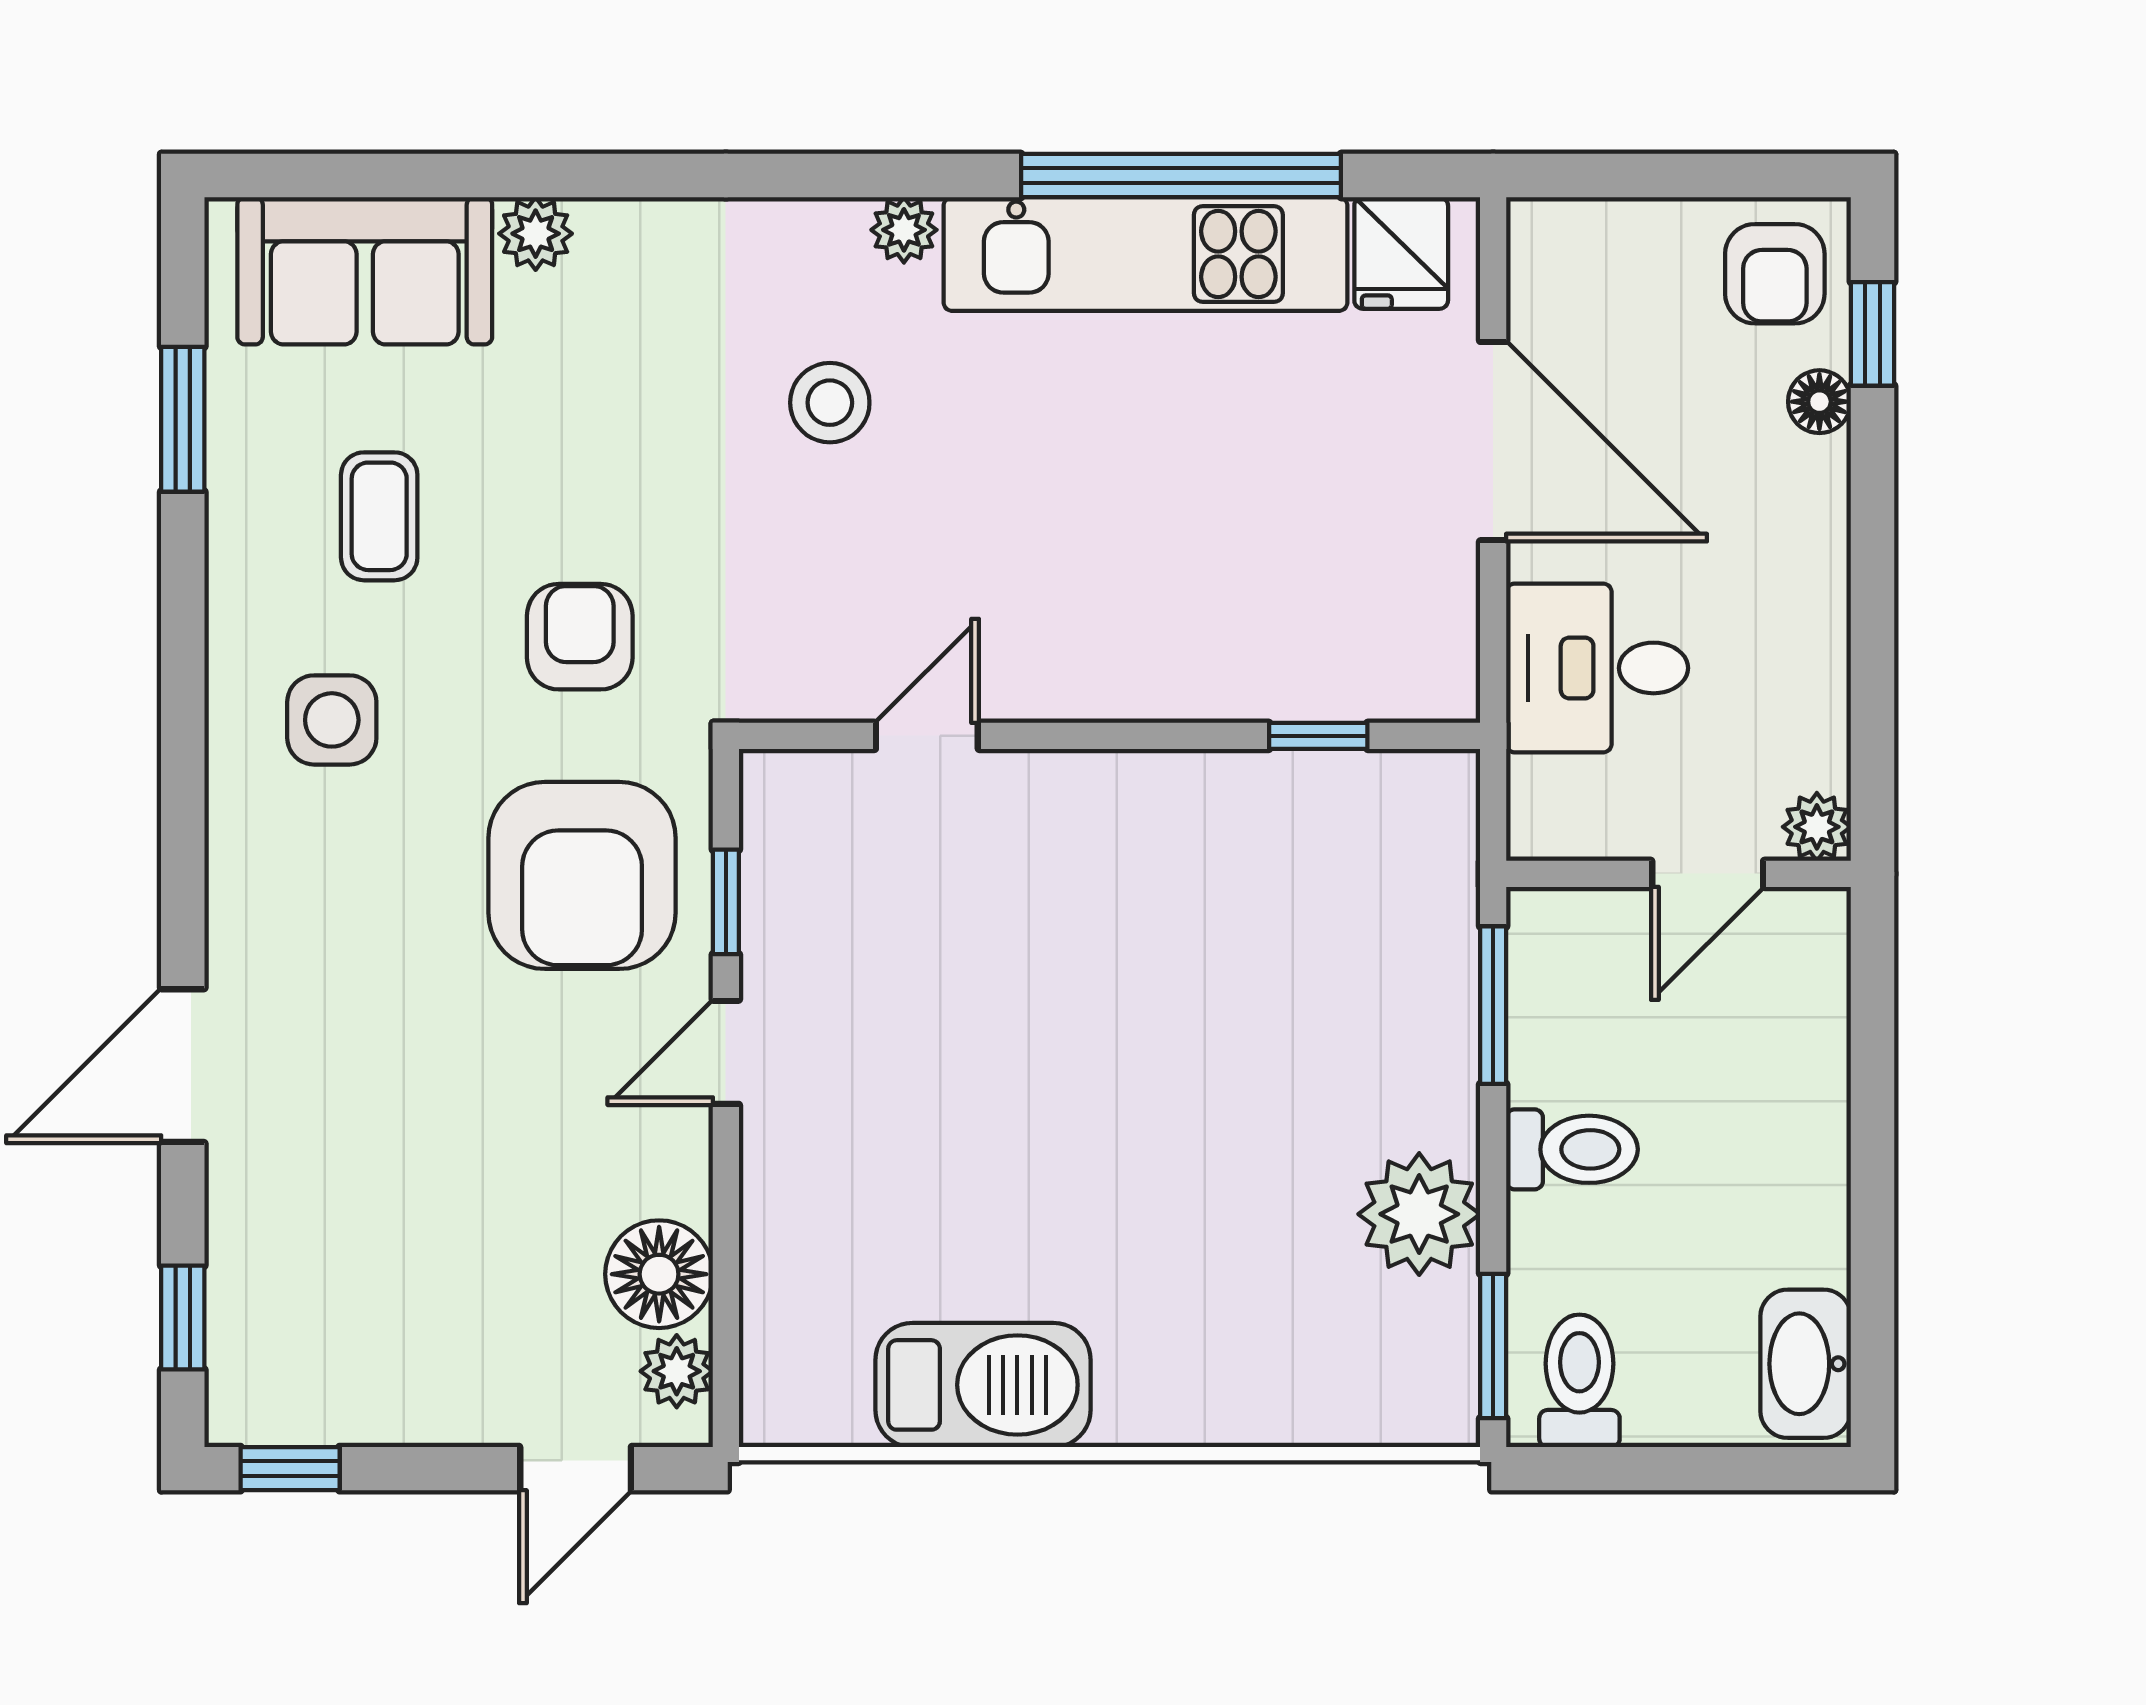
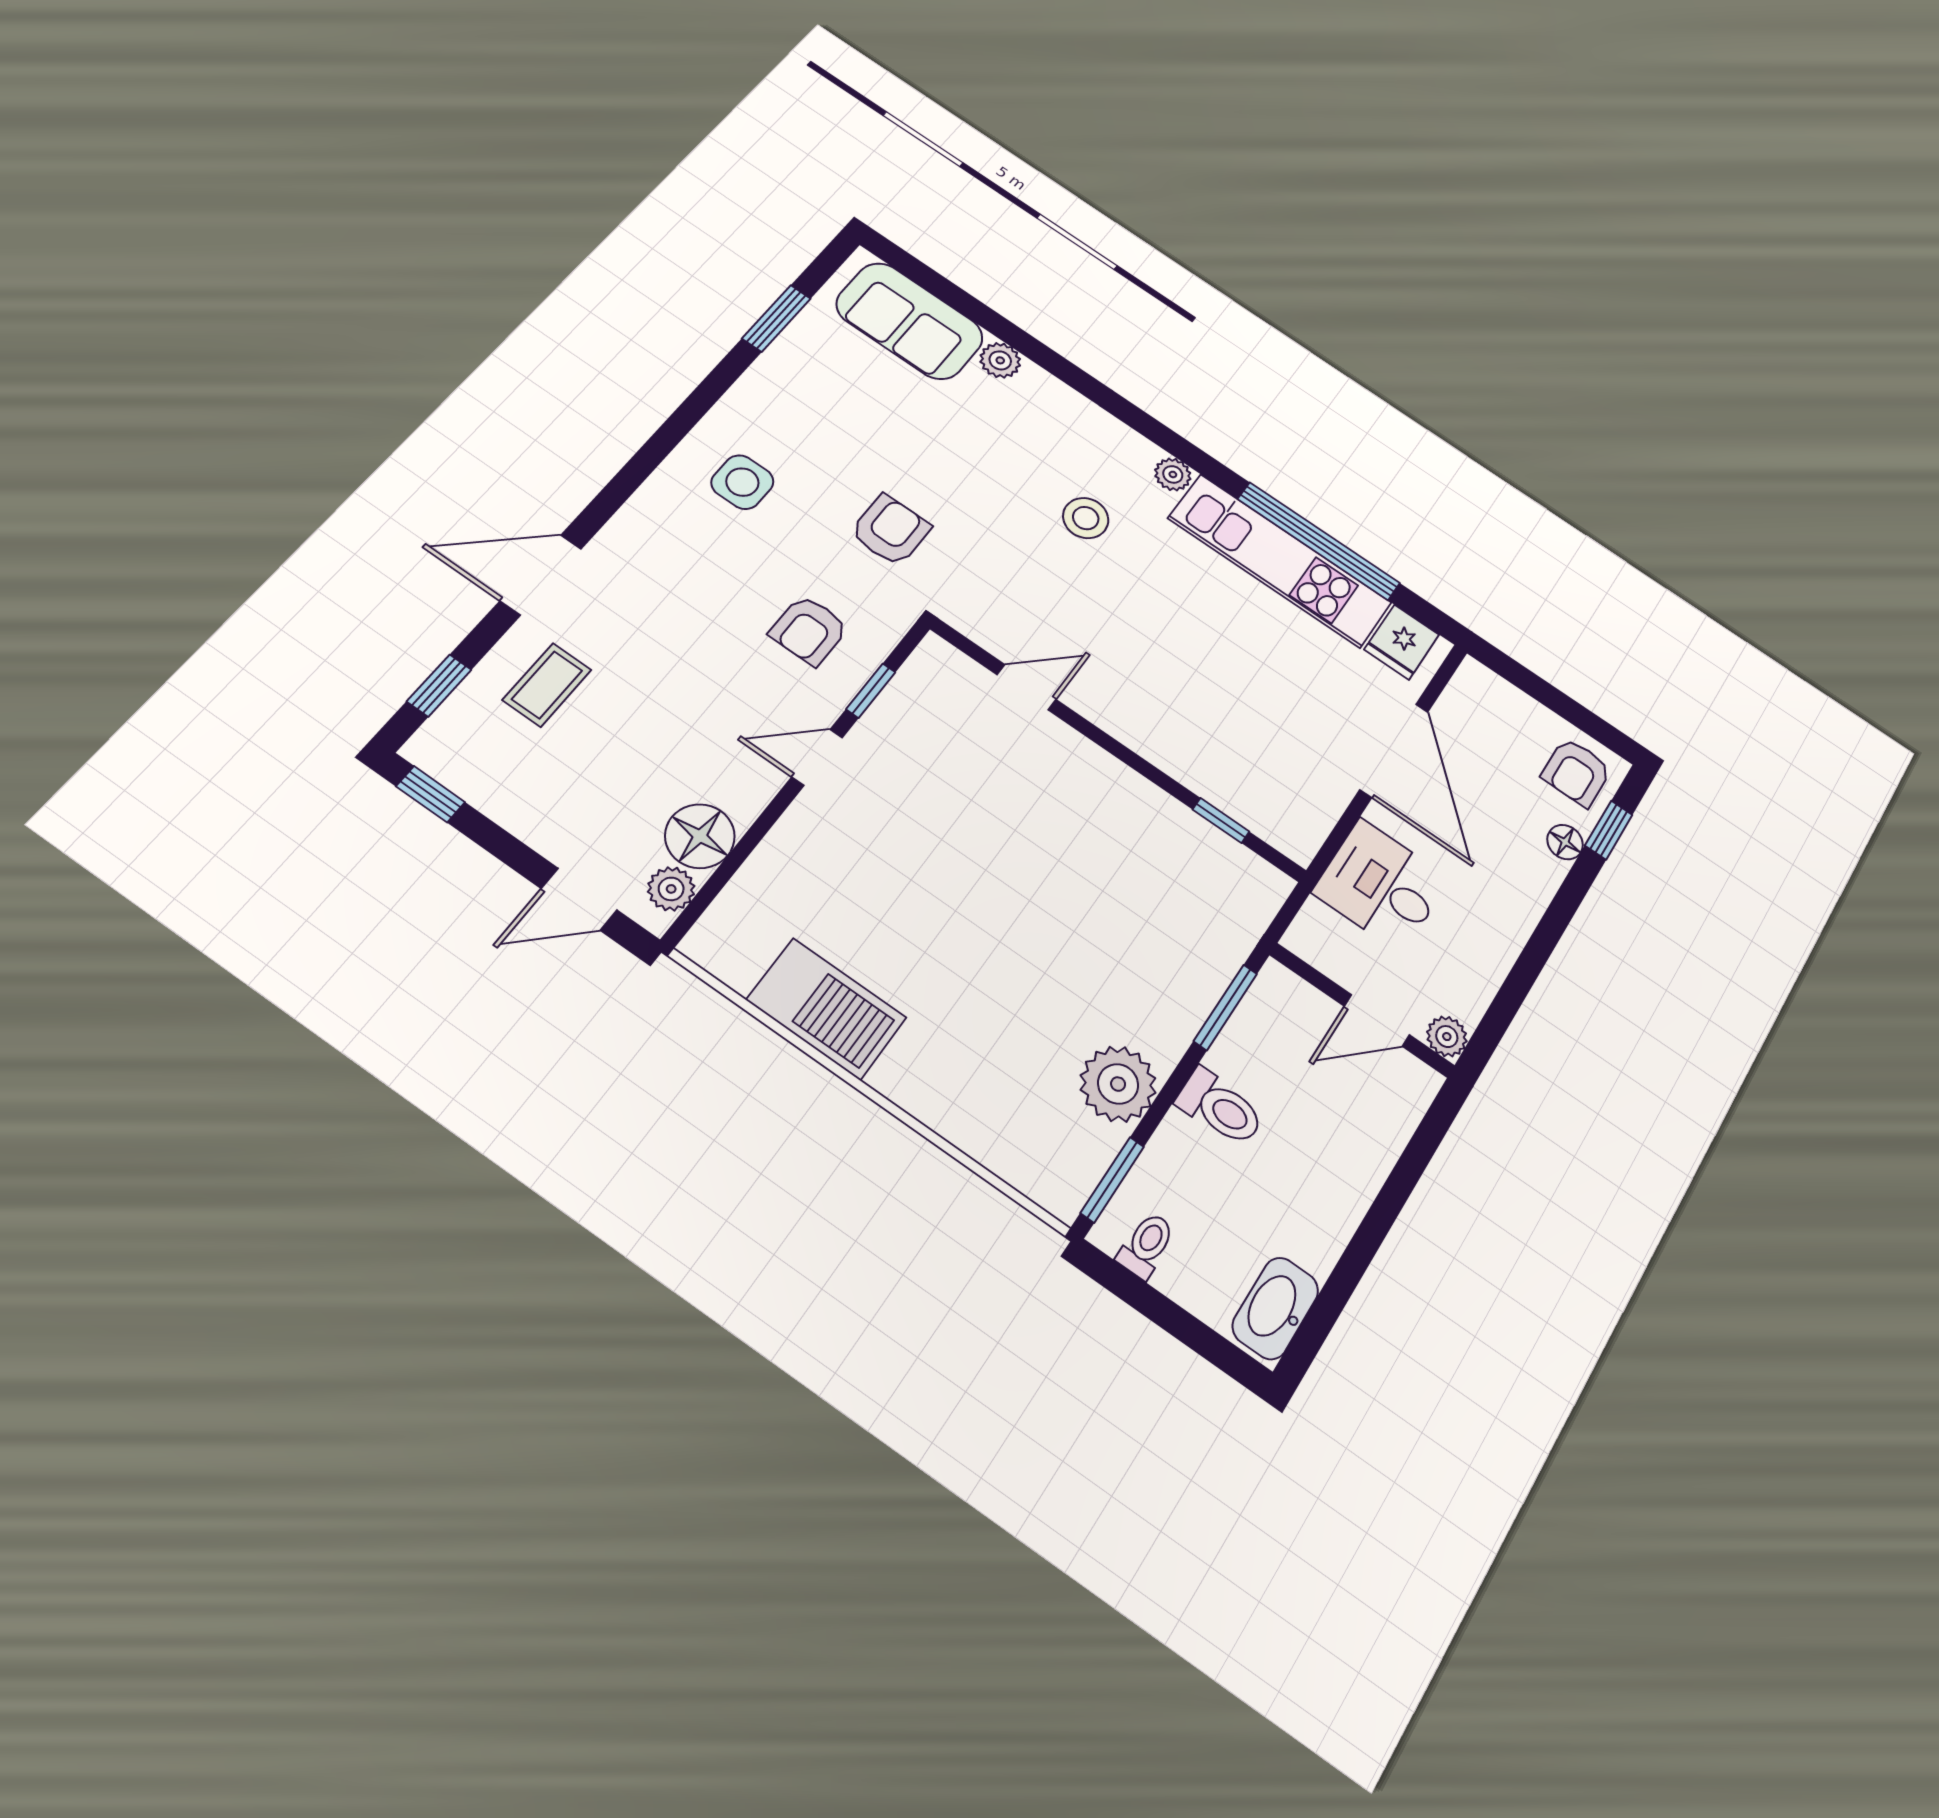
coffee table: (379, 516) -> (547, 685), moved
armchair: (582, 875) -> (809, 630), width x0.53, depth x0.53
toilet: (1579, 1381) -> (1146, 1245), width x0.73, depth x0.72

